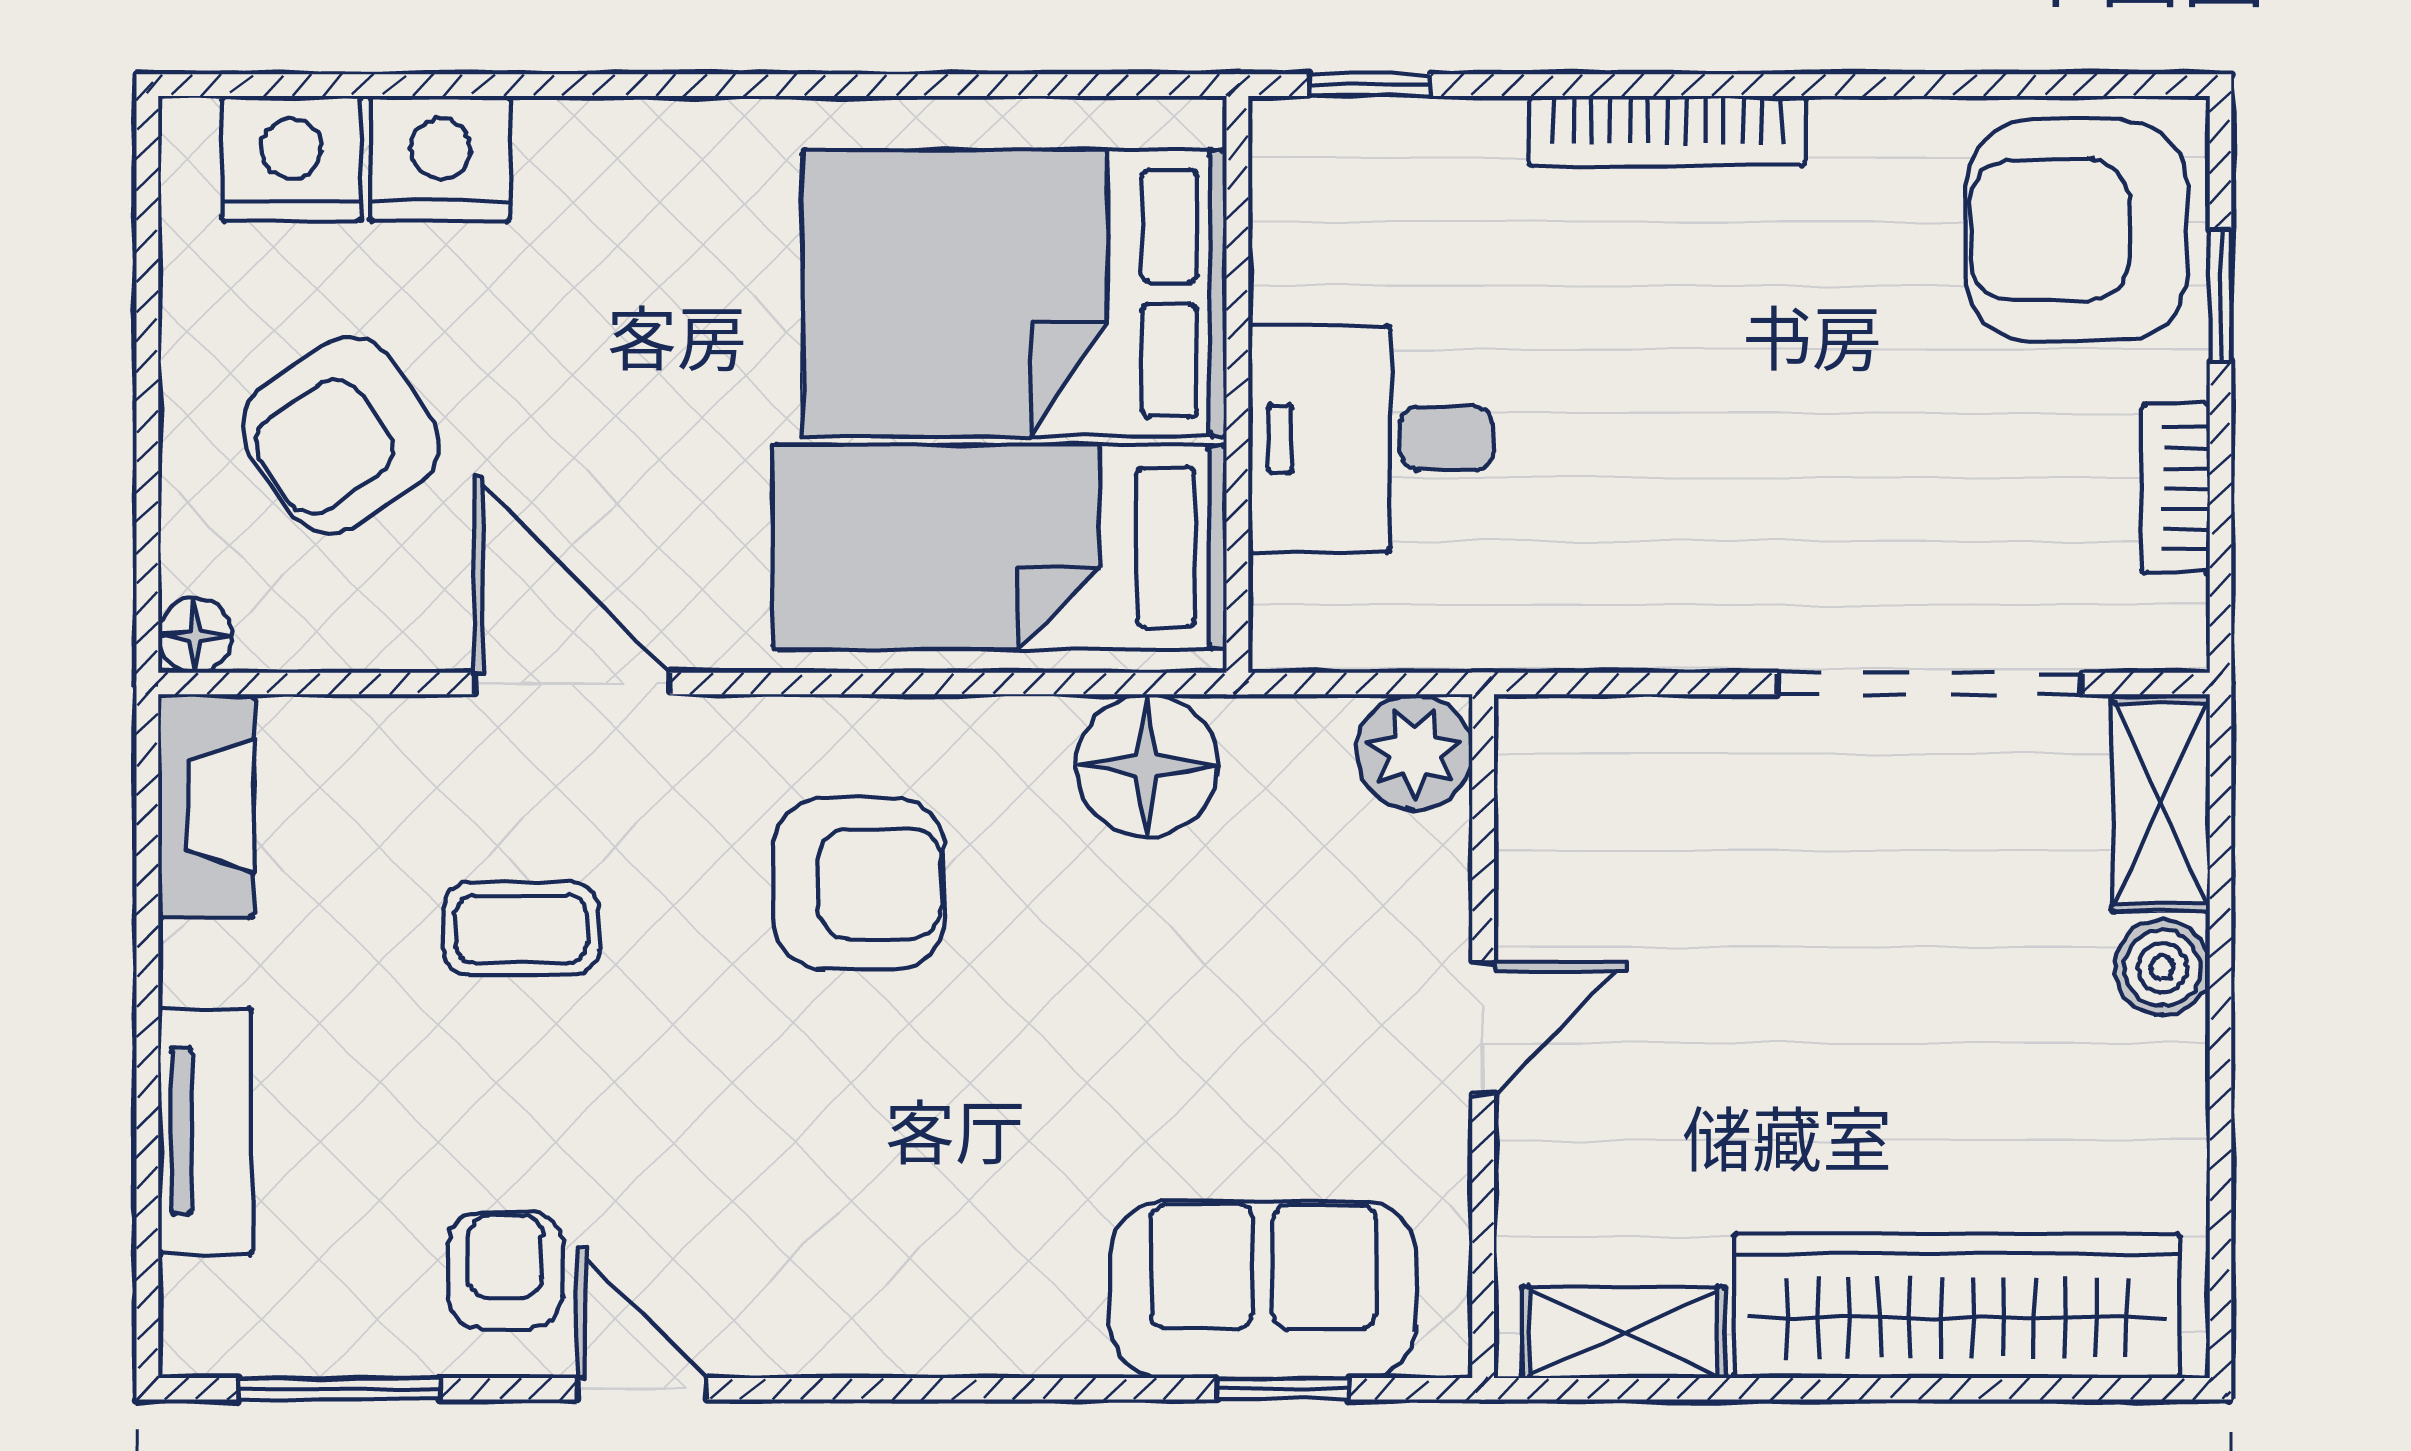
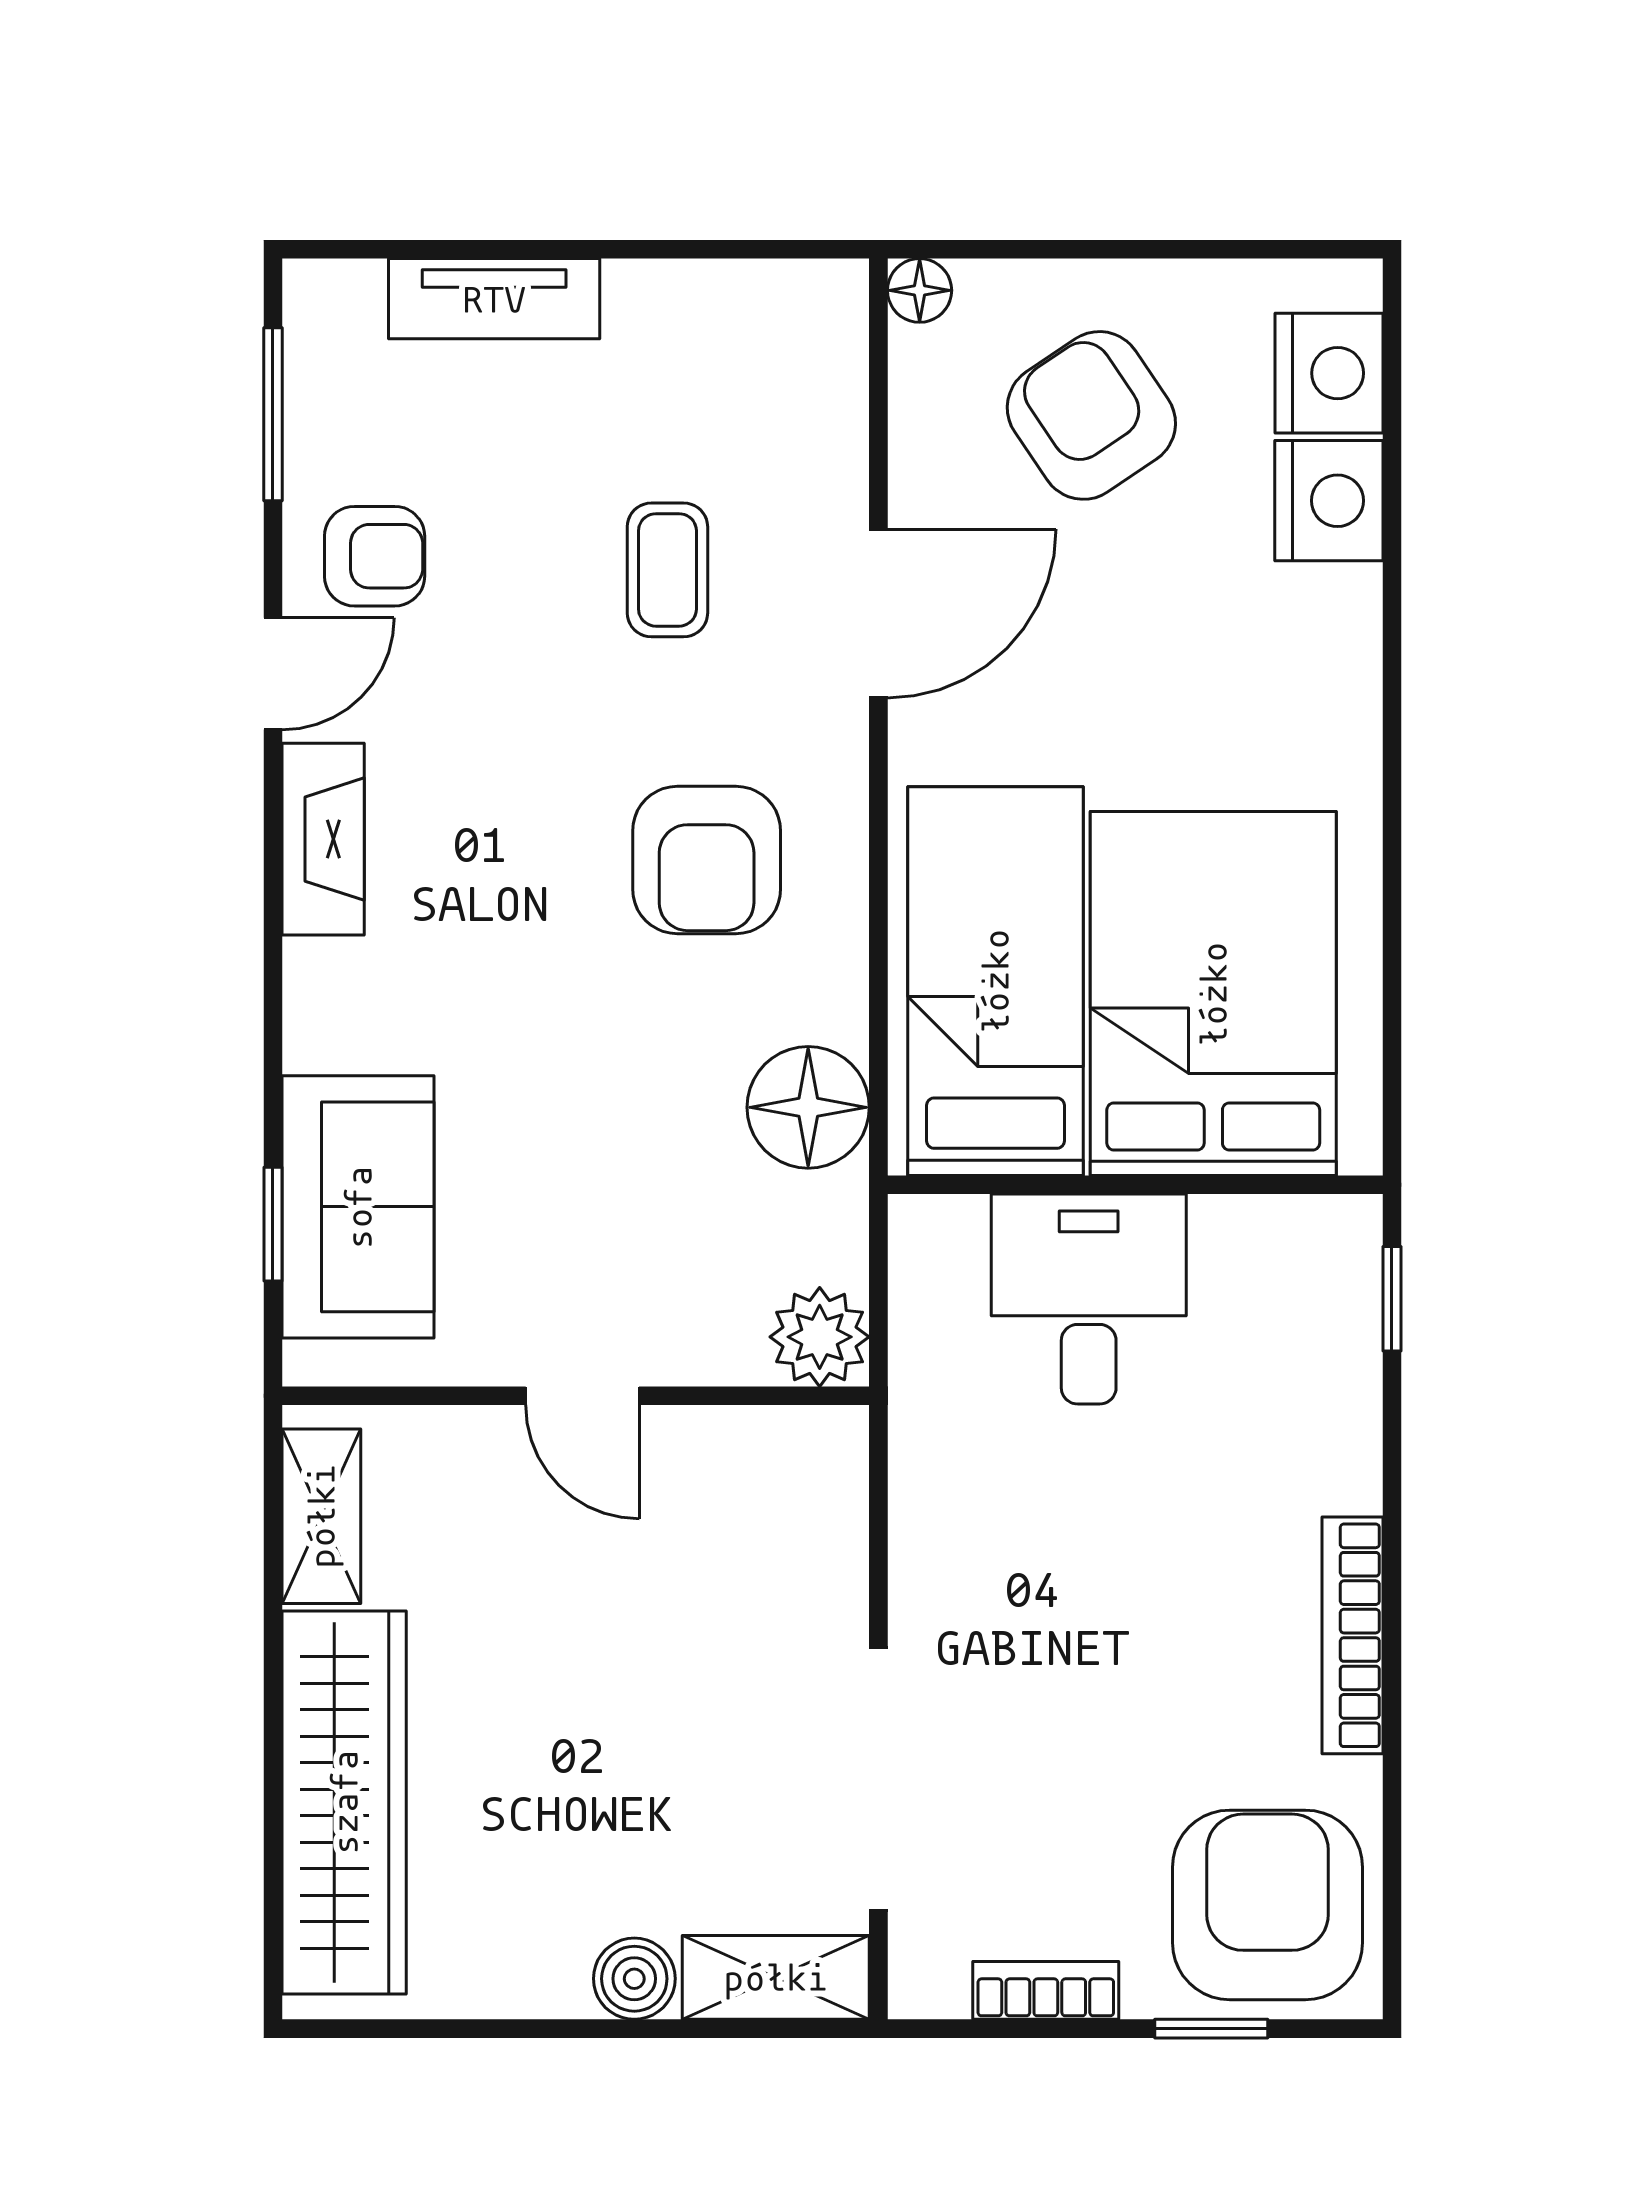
bookcase: (1667, 131) -> (1353, 1635), moved
fireplace: (206, 806) -> (323, 839), moved, turned -90

